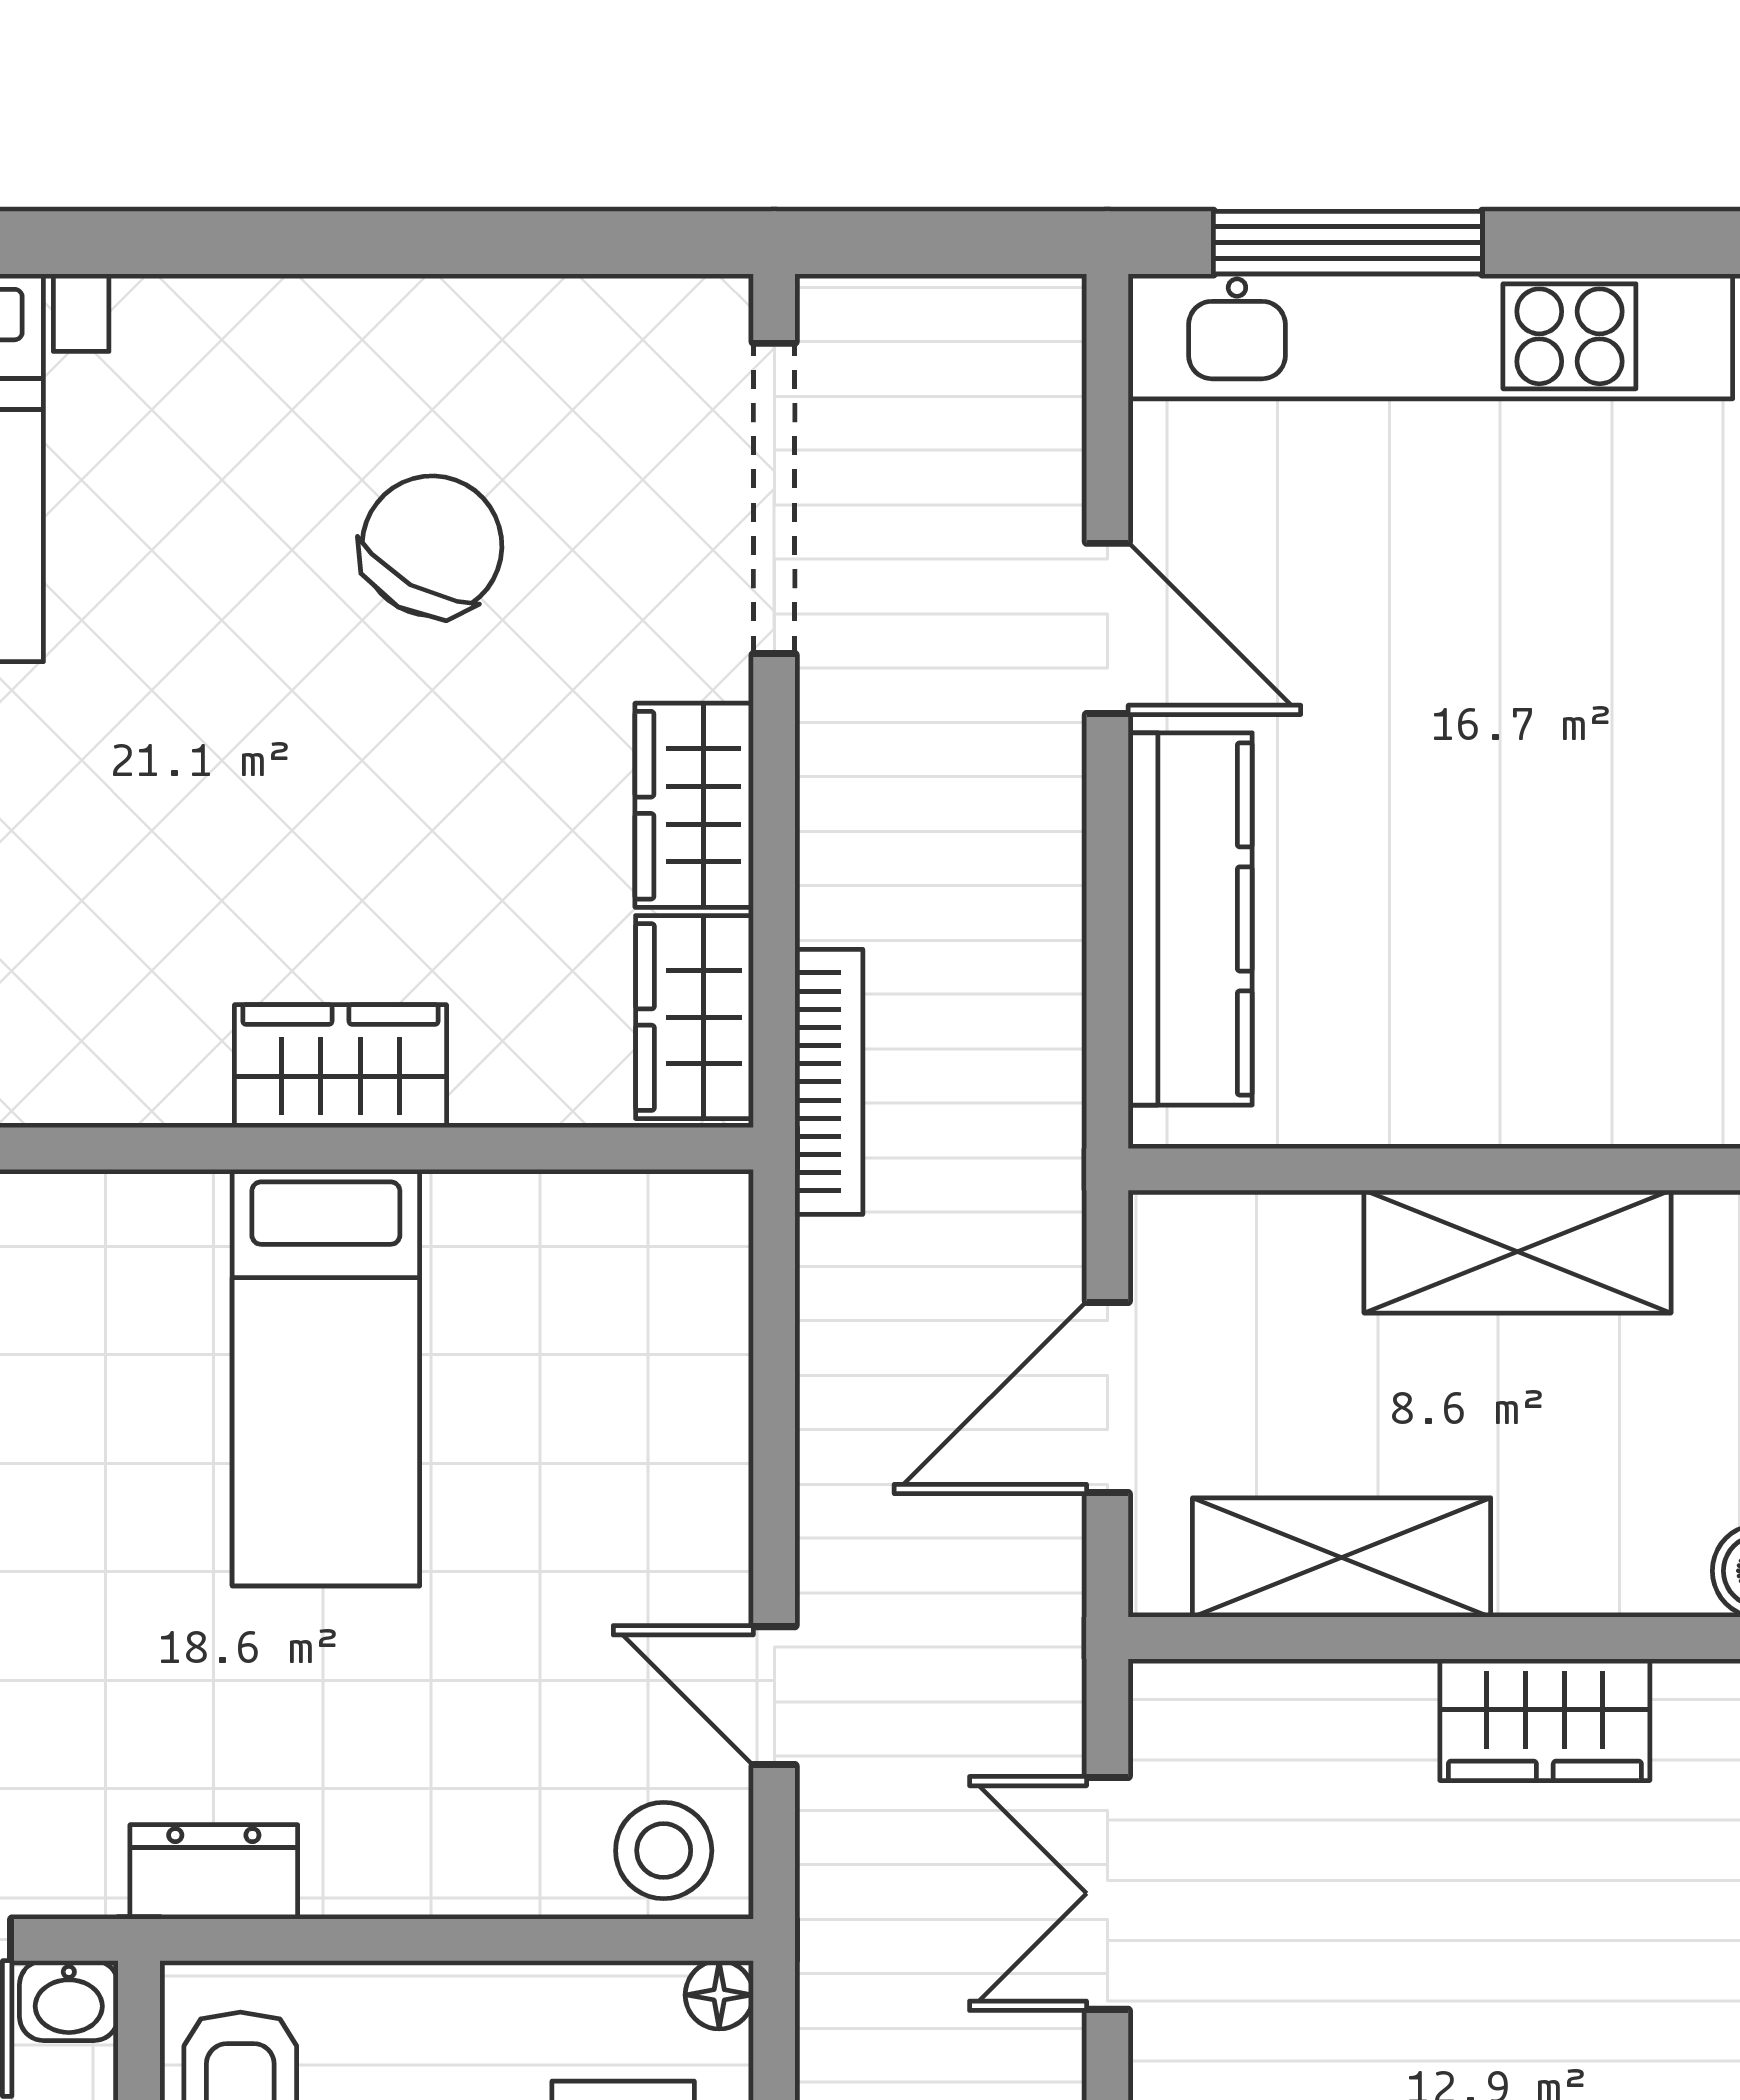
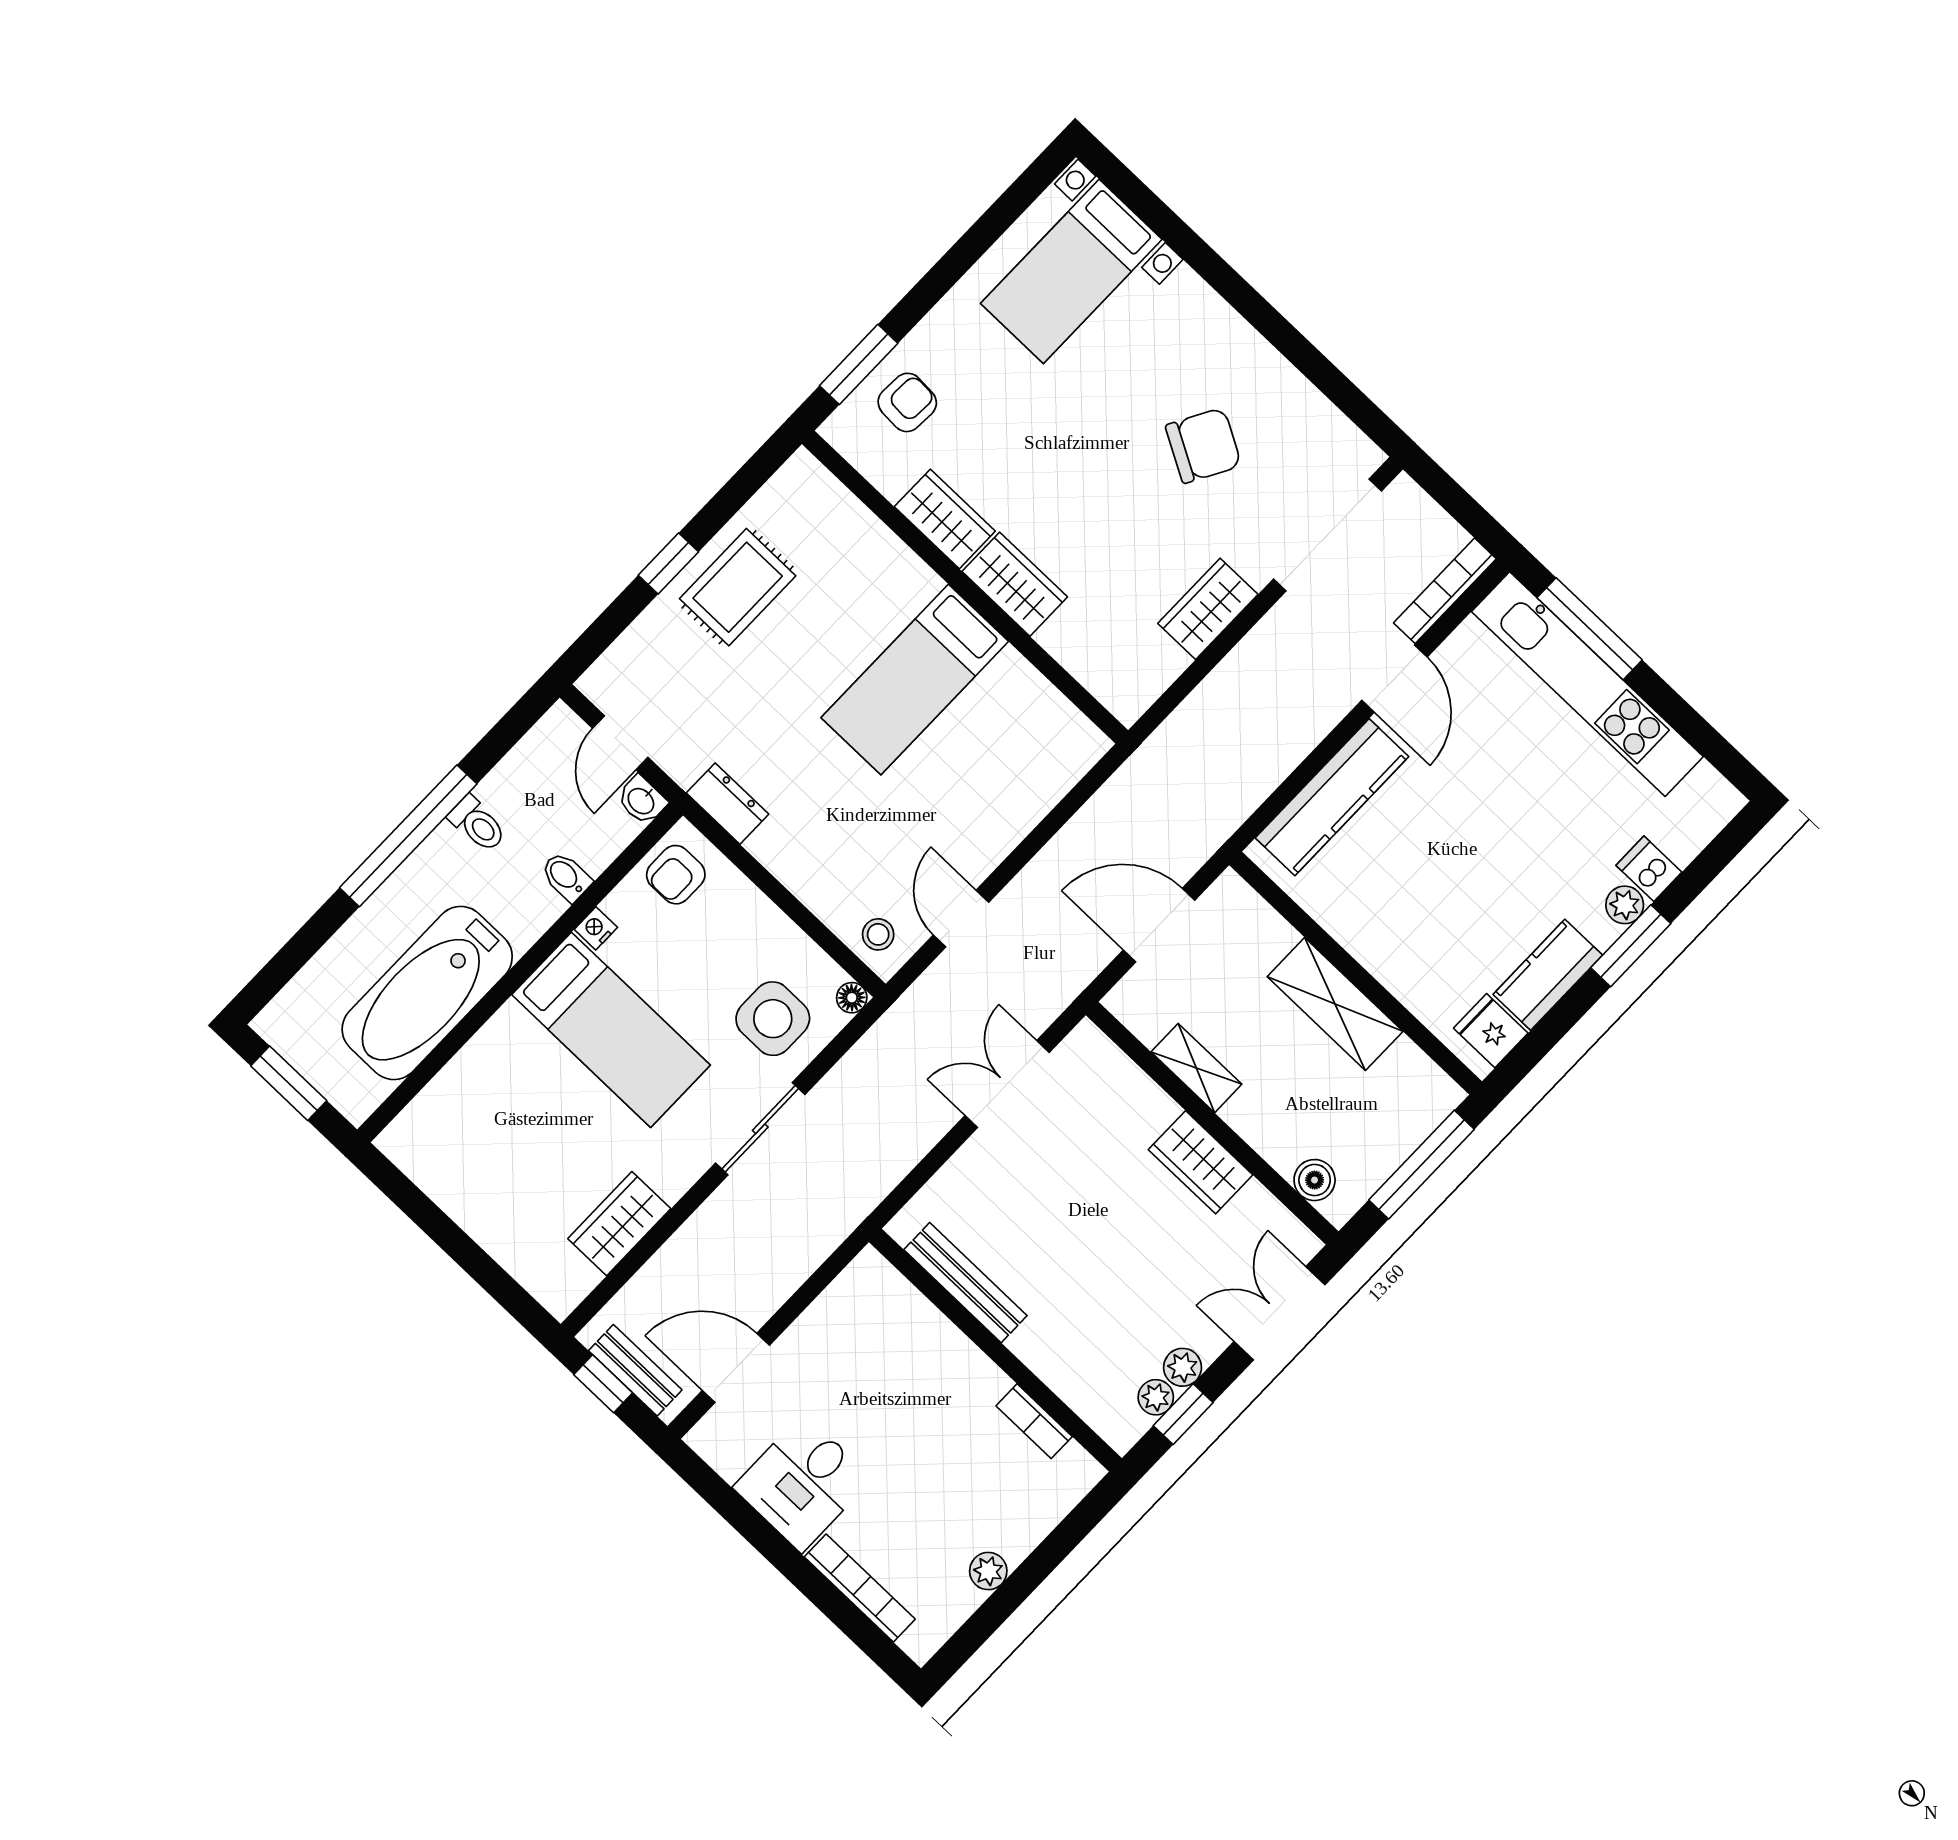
wardrobe: (694, 1017) -> (945, 519), moved, turned 90
bookcase: (829, 1082) -> (1445, 591), moved, turned 180
shelving: (1342, 1557) -> (1196, 1068), width x0.67, depth x0.75
stool: (664, 1851) -> (878, 934), width x0.73, depth x0.73

